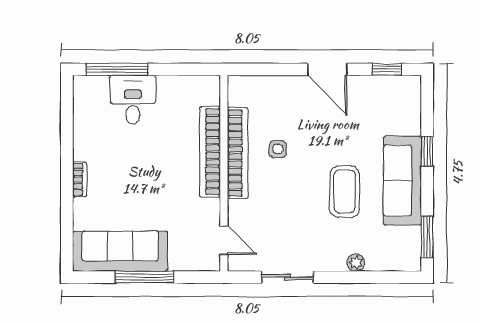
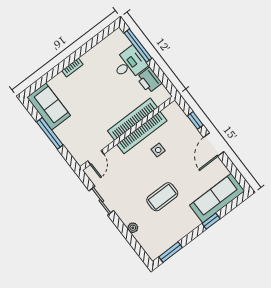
window: (387, 69) -> (195, 120), moved
printer: (175, 90) -> (149, 80), added
sofa: (402, 181) -> (217, 198), moved
sofa: (120, 251) -> (49, 107), width x0.73

